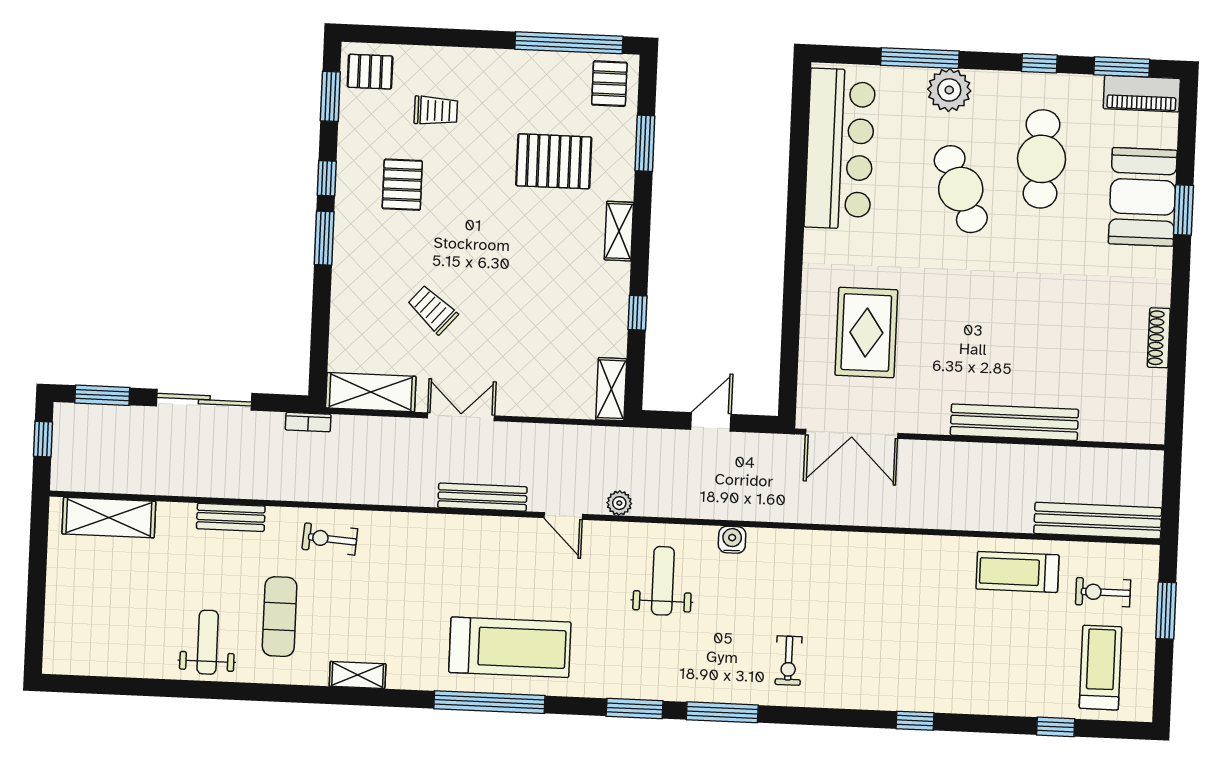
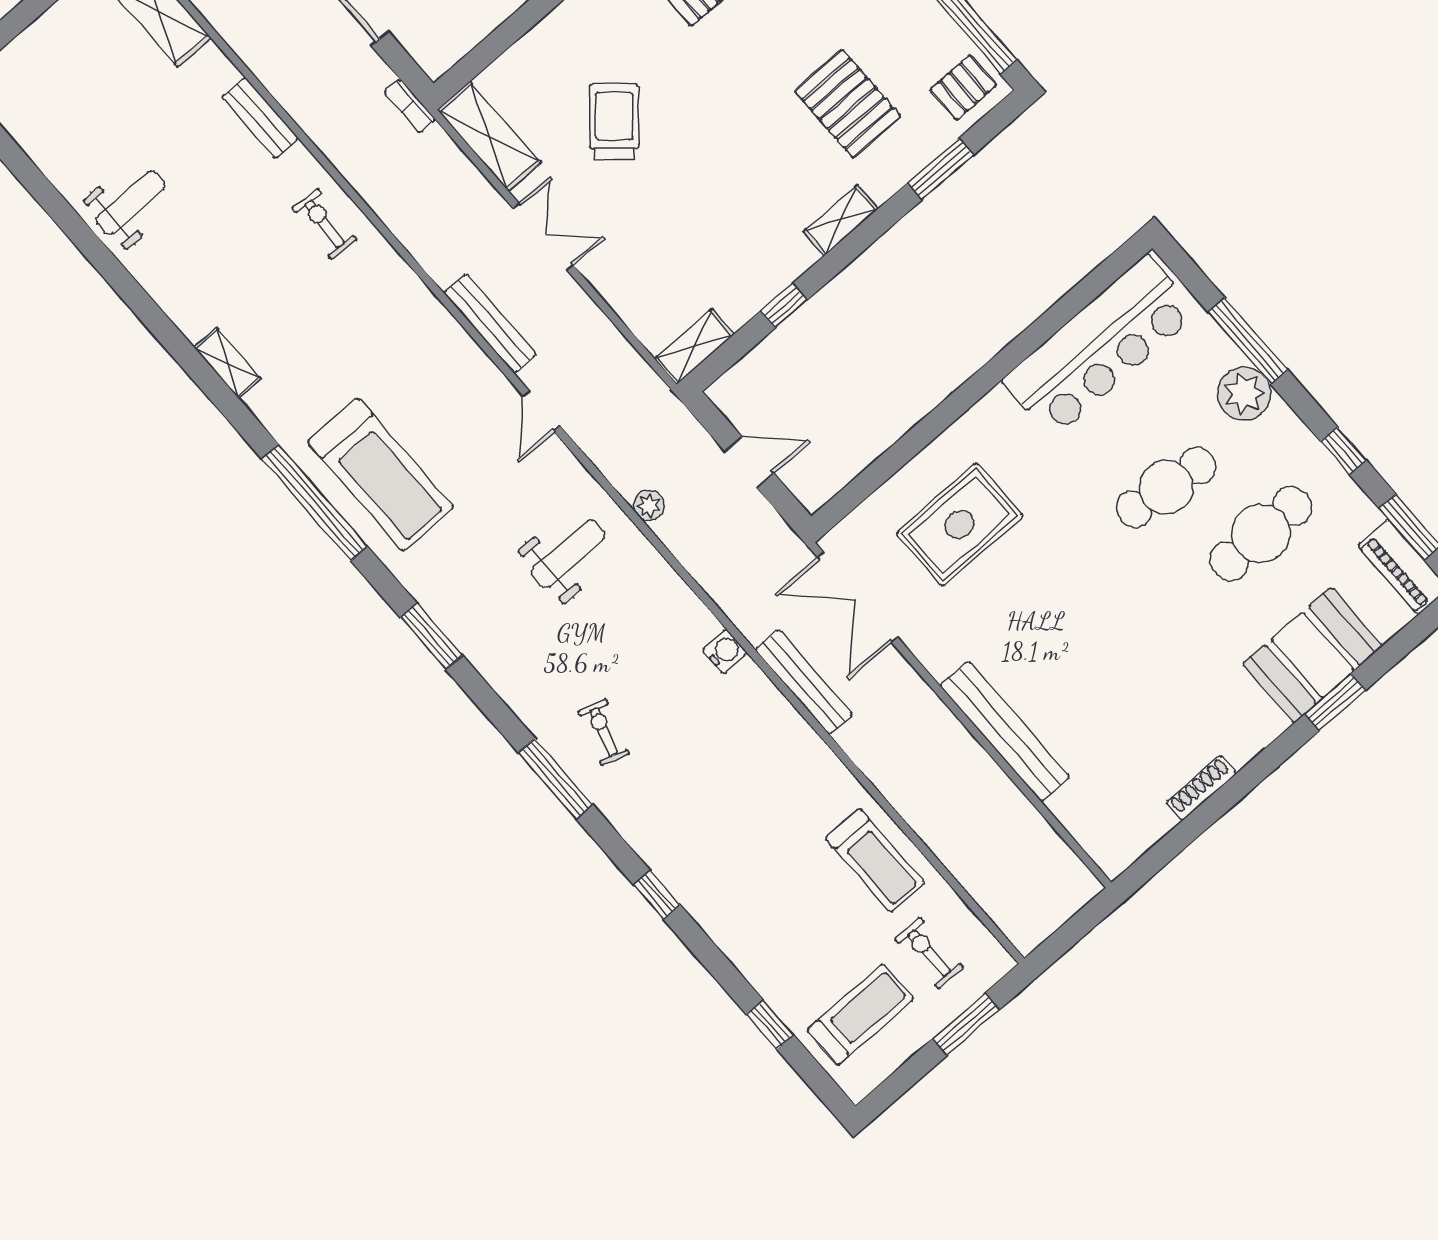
cafe table: (961, 189) -> (1166, 487), turned 30
trolley: (433, 310) -> (614, 121), width x1.36, depth x1.39
plant: (619, 503) -> (649, 506), moved
bench: (1098, 521) -> (804, 682), moved, width x0.73, depth x0.82
water cooler: (732, 540) -> (725, 651), moved
treadmill: (1017, 572) -> (875, 860), turned 180
exercise mat: (280, 617) -> (214, 245), removed
exercise bike: (789, 661) -> (604, 732), turned 108
window: (722, 712) -> (555, 779), moved

